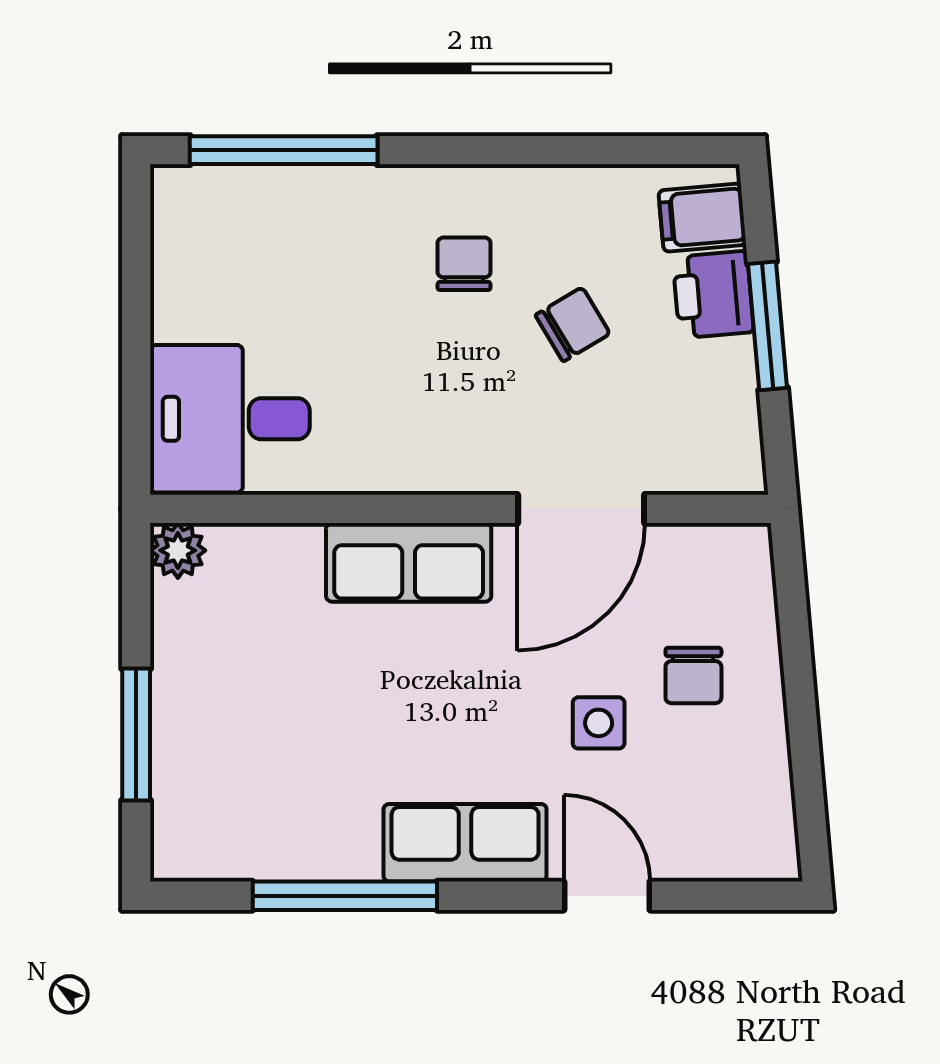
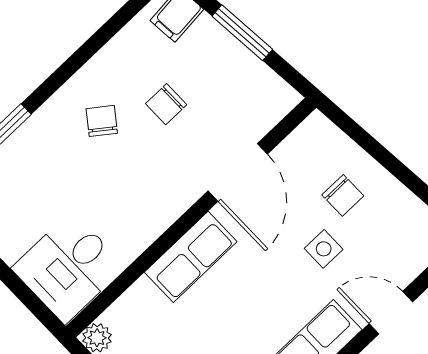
chair: (464, 264) -> (102, 121), turned 37
printer: (713, 295) -> (210, 41), removed
chair: (573, 324) -> (166, 104), turned -149

